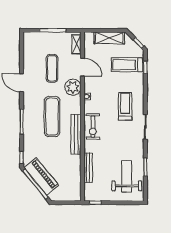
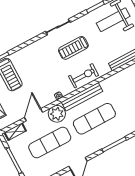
exercise mat: (52, 68) -> (50, 142), width x1.36, depth x1.45
treadmill: (125, 106) -> (73, 48), moved
bench: (76, 134) -> (82, 97), moved

